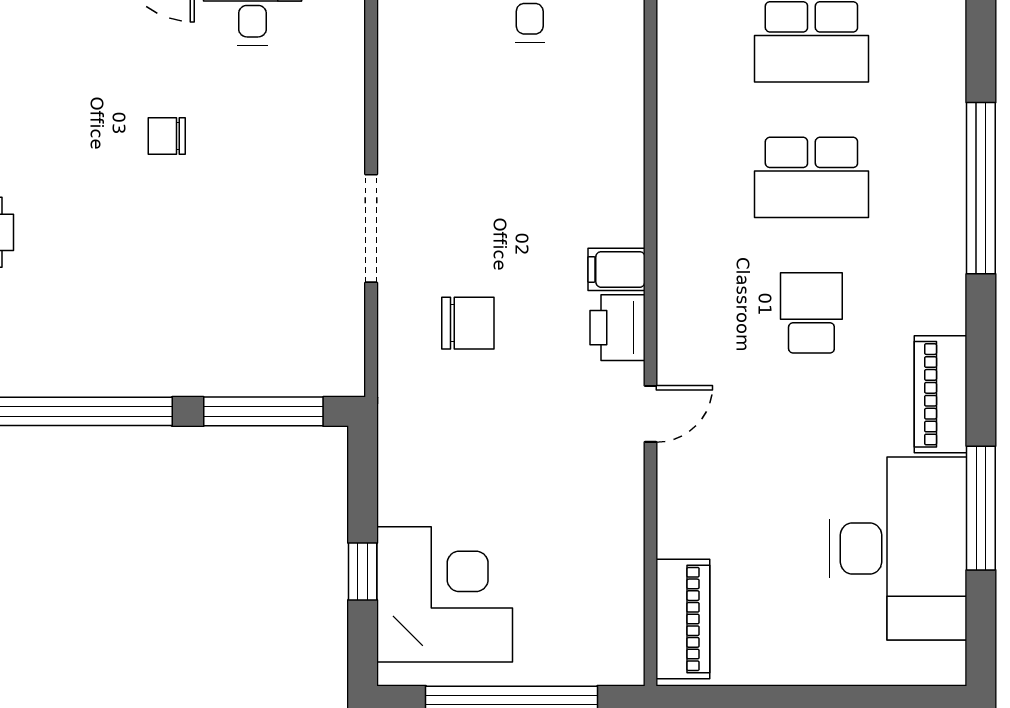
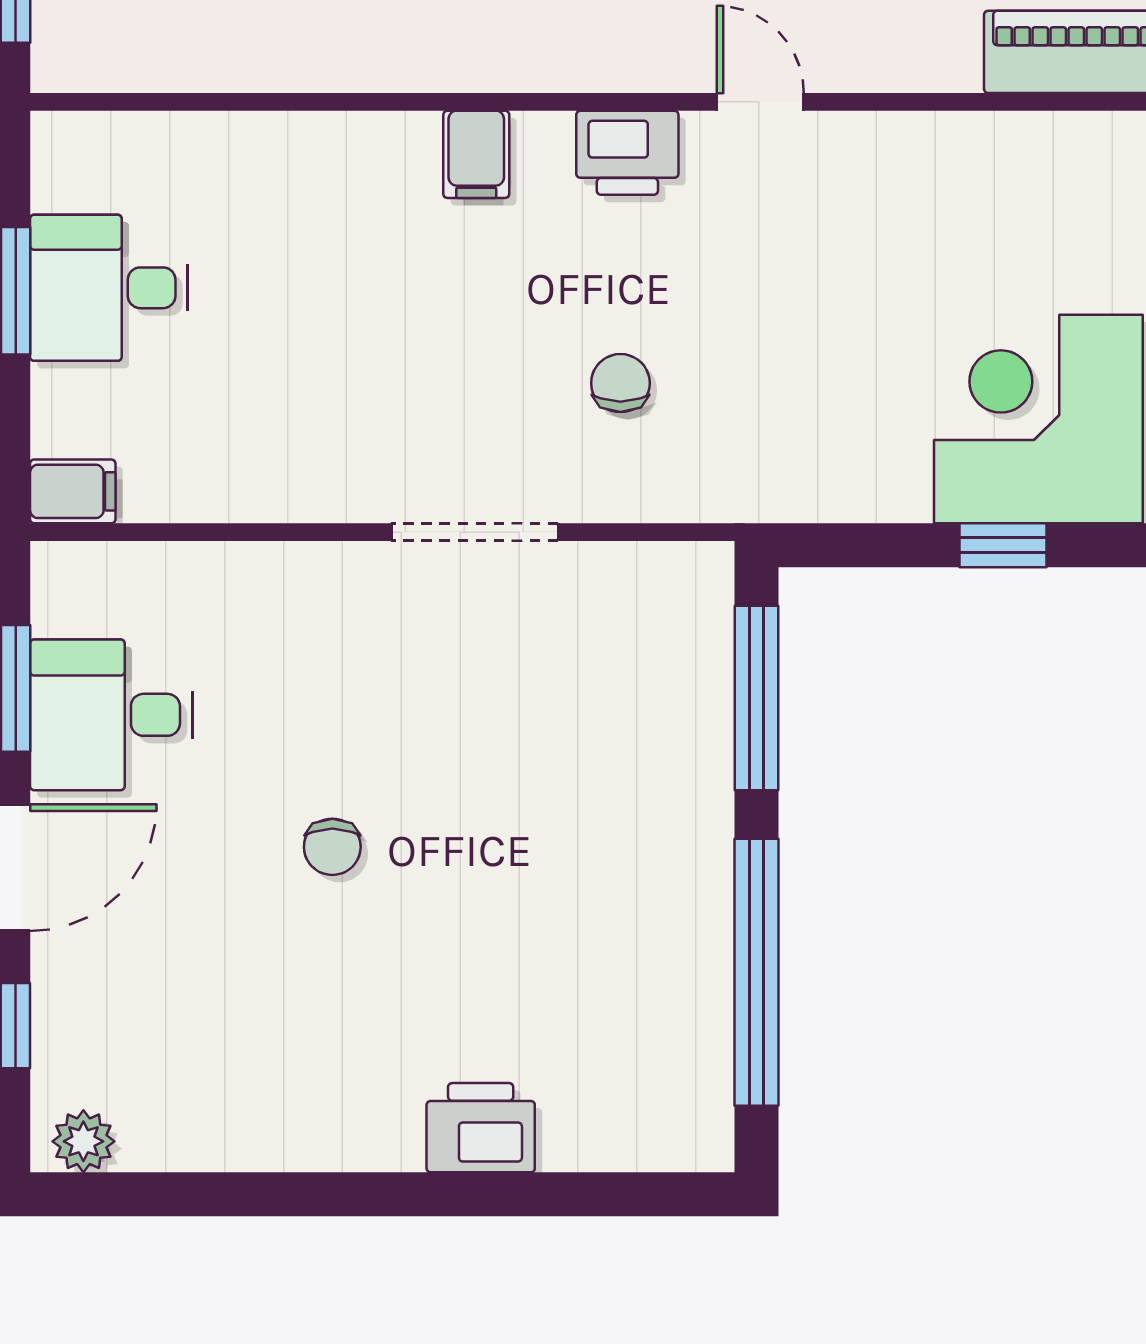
filing cabinet: (616, 269) -> (476, 154), moved
chair: (468, 323) -> (620, 383), width x0.73, depth x0.73

